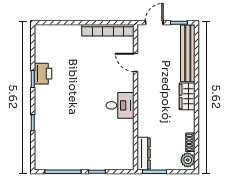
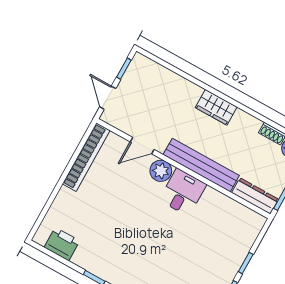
bench: (188, 53) -> (201, 165), moved
printer: (43, 74) -> (62, 244), moved
plant: (126, 83) -> (161, 171), added

